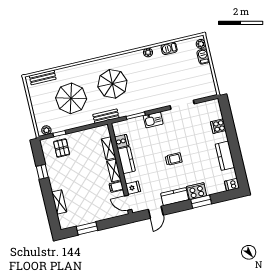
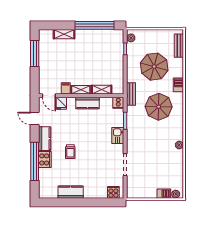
barbecue: (169, 48) -> (178, 85), moved
cooker: (218, 126) -> (113, 192), moved
cooker: (122, 141) -> (118, 103), moved
pallet: (62, 148) -> (112, 48), removed
trolley: (174, 159) -> (70, 152), moved
window: (42, 172) -> (95, 25), width x3.17
dishwasher: (232, 185) -> (43, 192), removed
window: (201, 202) -> (35, 161), width x2.11
door: (128, 203) -> (49, 96), swing flipped
window: (87, 228) -> (35, 54), width x1.44

